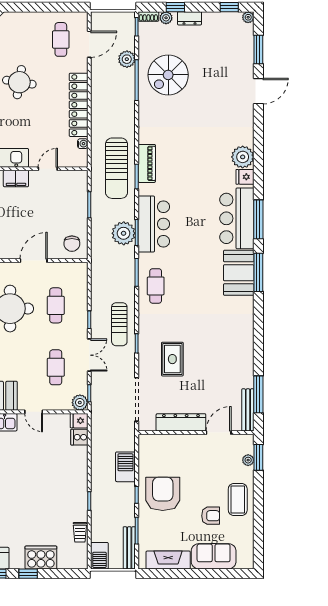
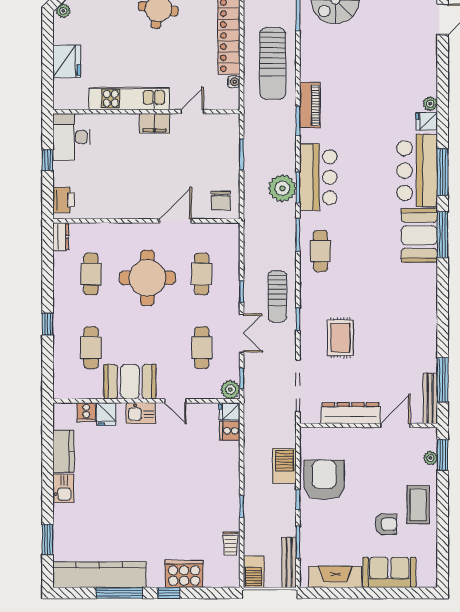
plant: (243, 157) -> (430, 104), width x0.53, depth x0.53
sun lounger: (117, 168) -> (273, 63), moved
armchair: (163, 494) -> (324, 480), moved

